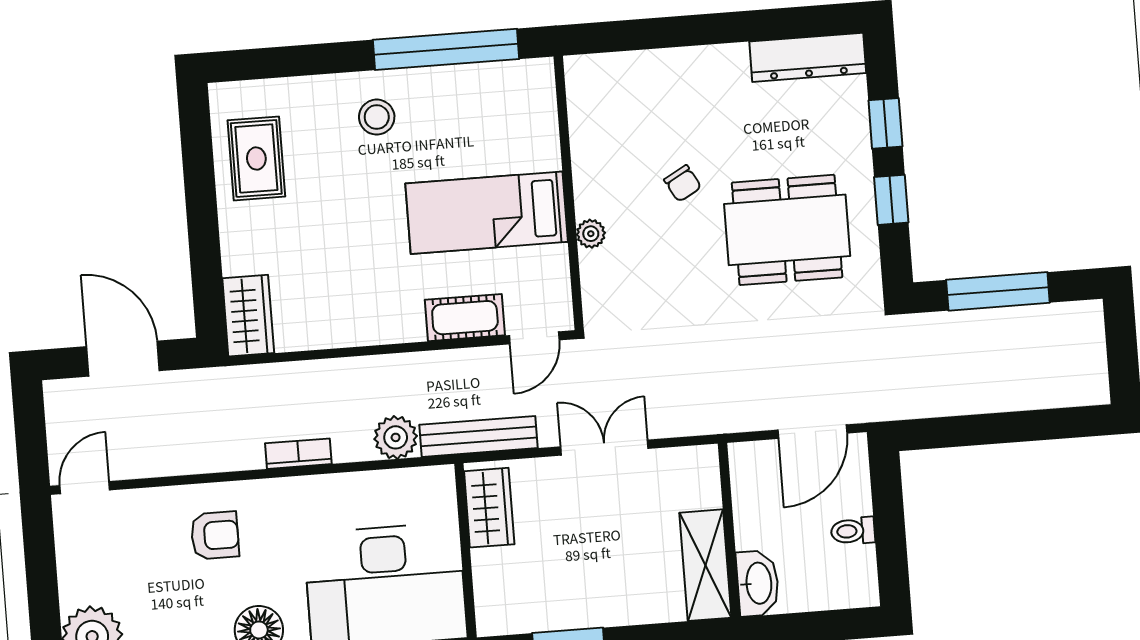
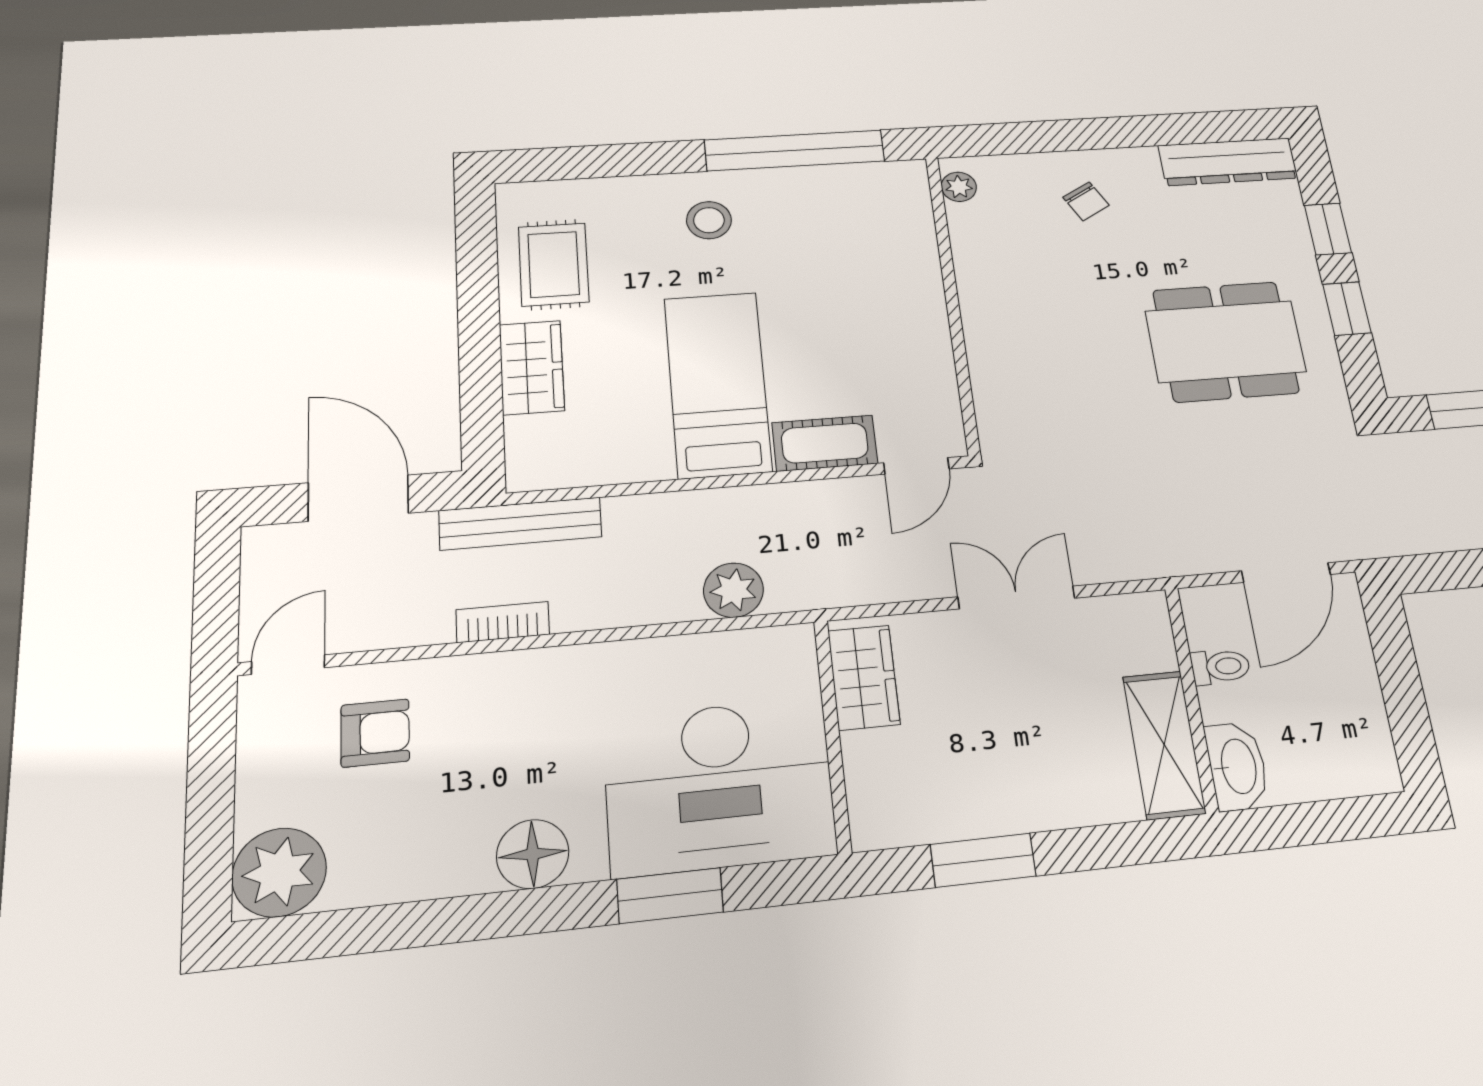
chair: (683, 183) -> (1086, 201), moved
bed: (487, 213) -> (718, 384), moved, turned 90
plant: (591, 234) -> (959, 187), moved
wardrobe: (248, 316) -> (532, 367), moved
bench: (479, 436) -> (520, 524), moved
bookcase: (298, 454) -> (503, 622), moved
toilet: (853, 531) -> (1220, 667), moved, turned 180
armchair: (215, 535) -> (375, 733), moved

